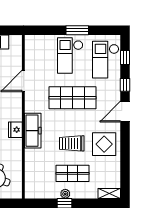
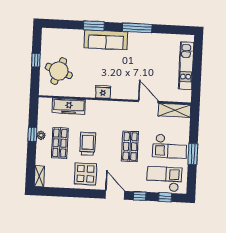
shelving: (31, 52) -> (175, 110), added
checkout: (70, 55) -> (170, 146), turned 180
shop shelf: (72, 98) -> (130, 146), width x0.70, depth x0.74
freezer: (33, 131) -> (69, 106), moved

